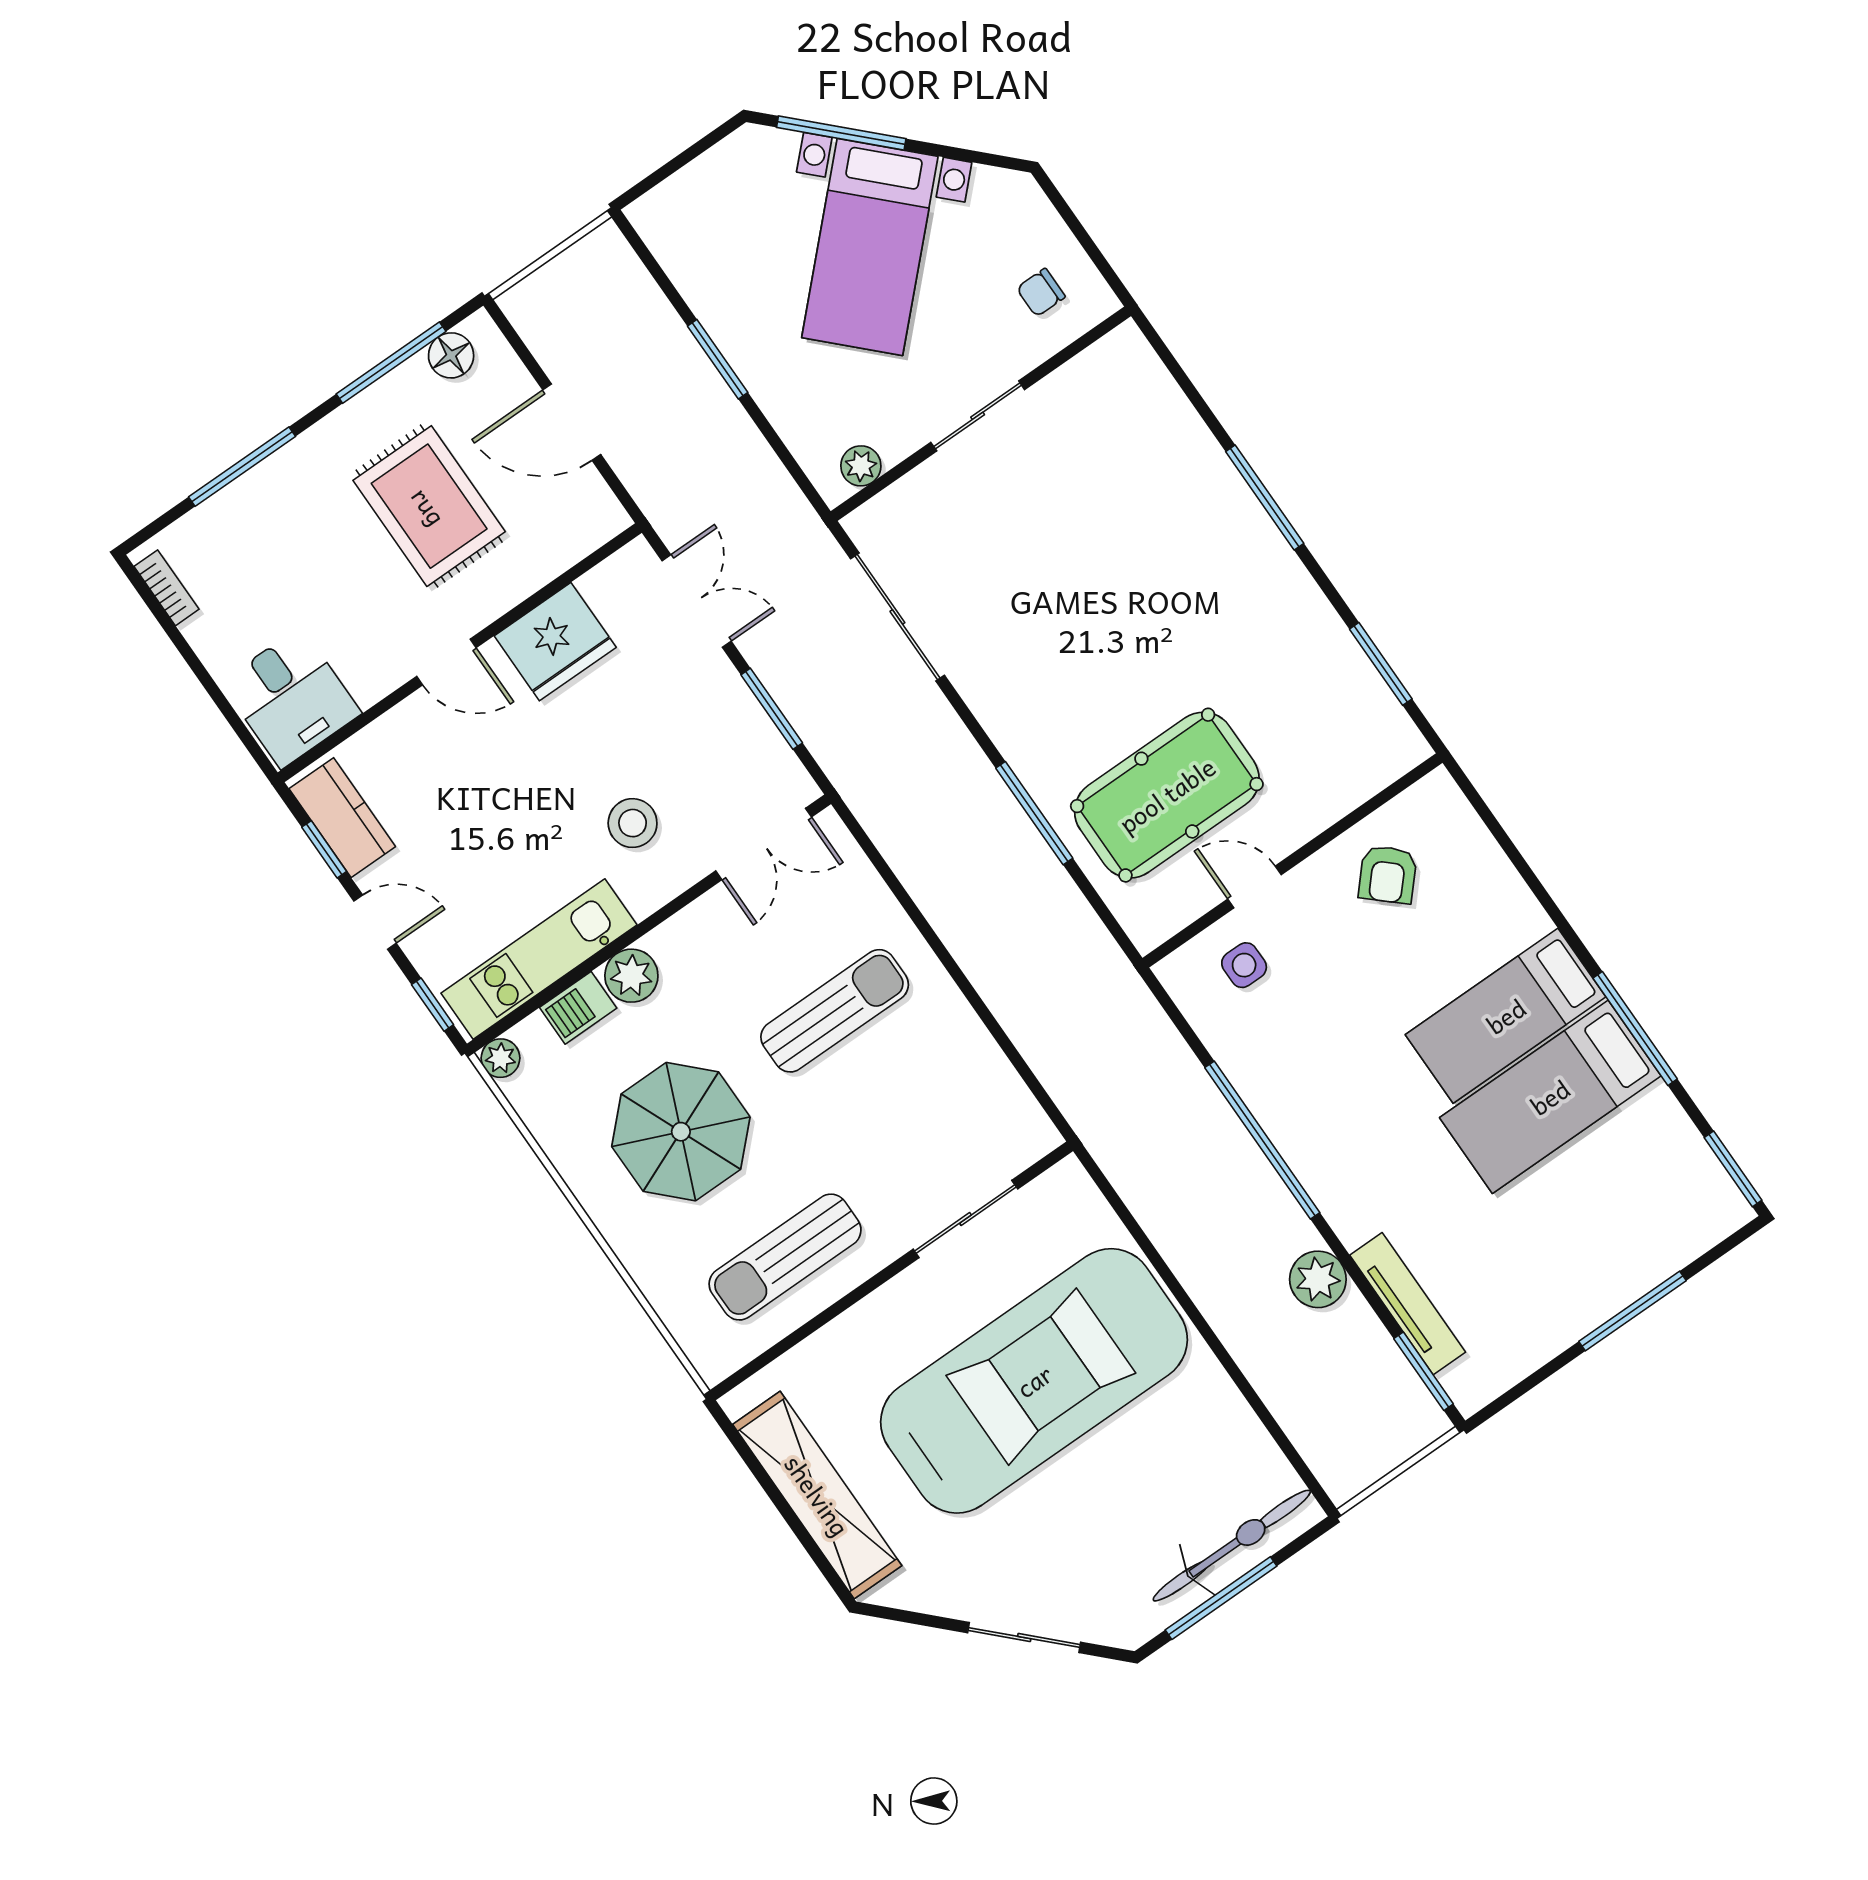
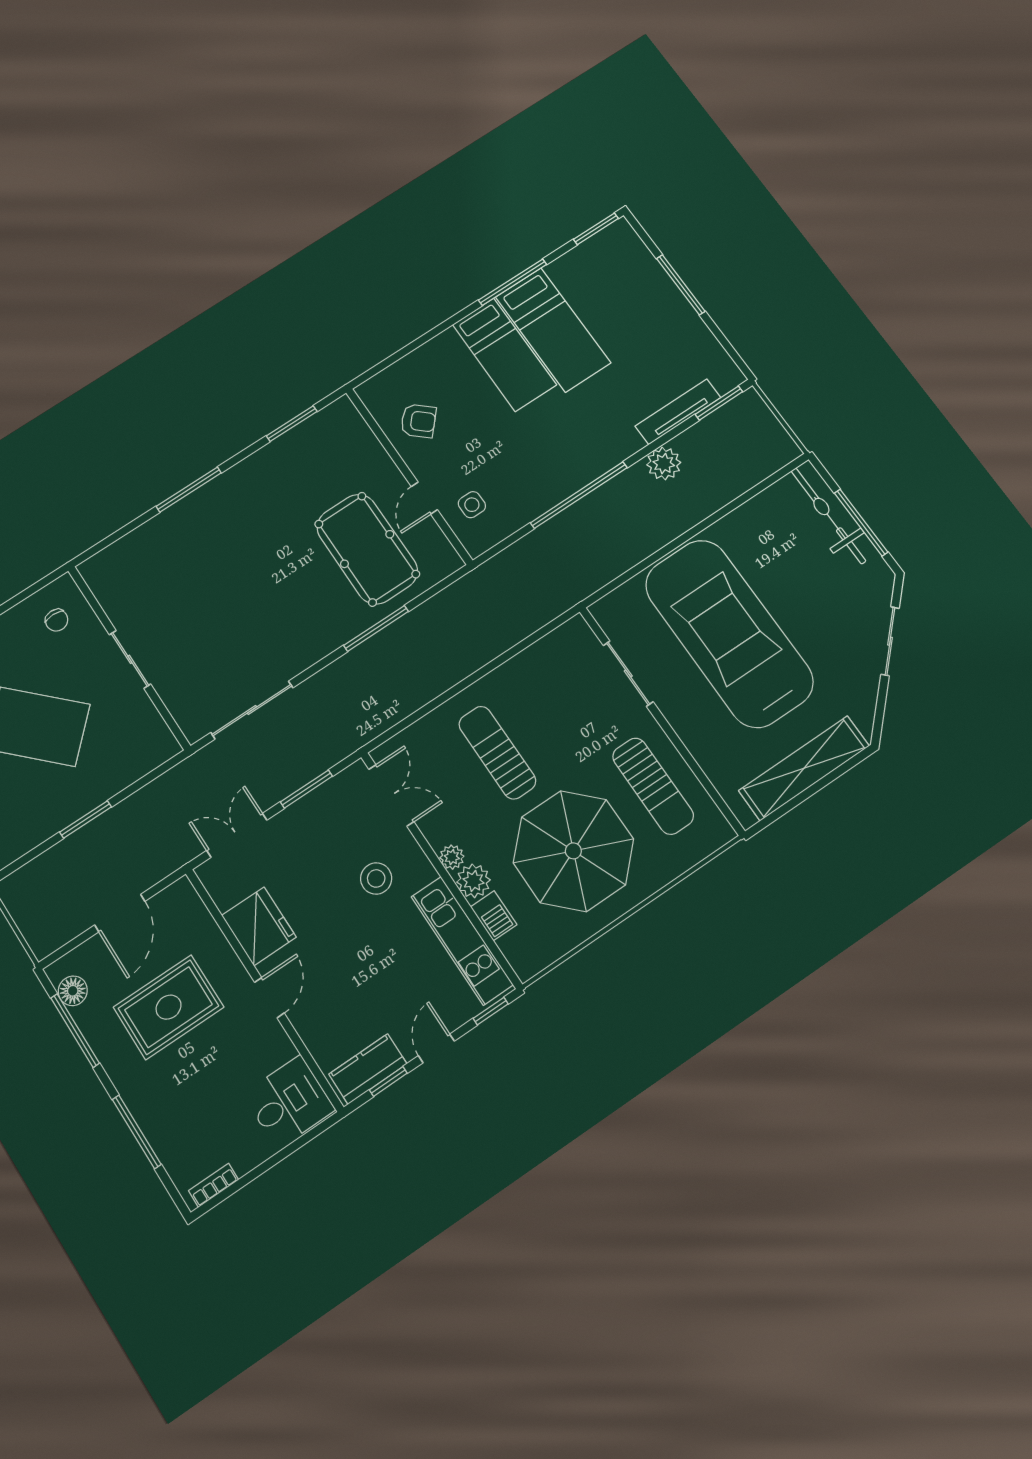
plant: (861, 466) -> (157, 731), removed
plant: (500, 1058) -> (452, 857), moved
parasol: (681, 1132) -> (573, 851), width x1.36, depth x1.36

